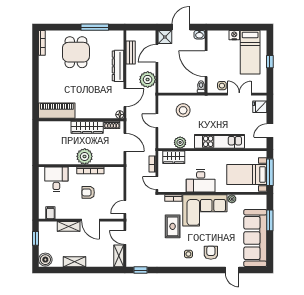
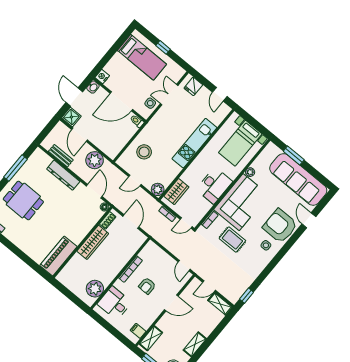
nightstand: (234, 35) -> (102, 77), moved
door: (125, 142) -> (131, 222), hinge flipped
plant: (180, 142) -> (158, 189), moved
plant: (85, 156) -> (95, 289), moved
window: (270, 172) -> (254, 123), removed
shelving: (69, 226) -> (151, 338), moved
armchair: (211, 253) -> (280, 226), width x1.88, depth x1.88
door: (232, 270) -> (309, 220), swing flipped

